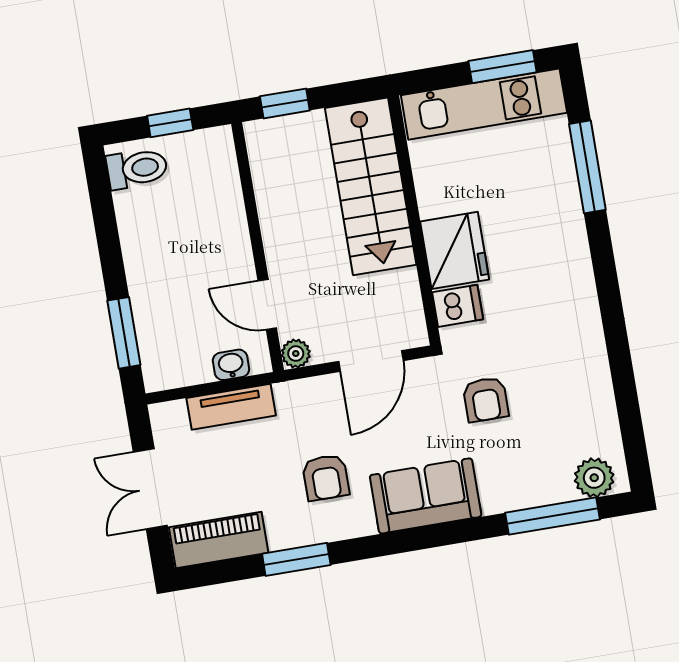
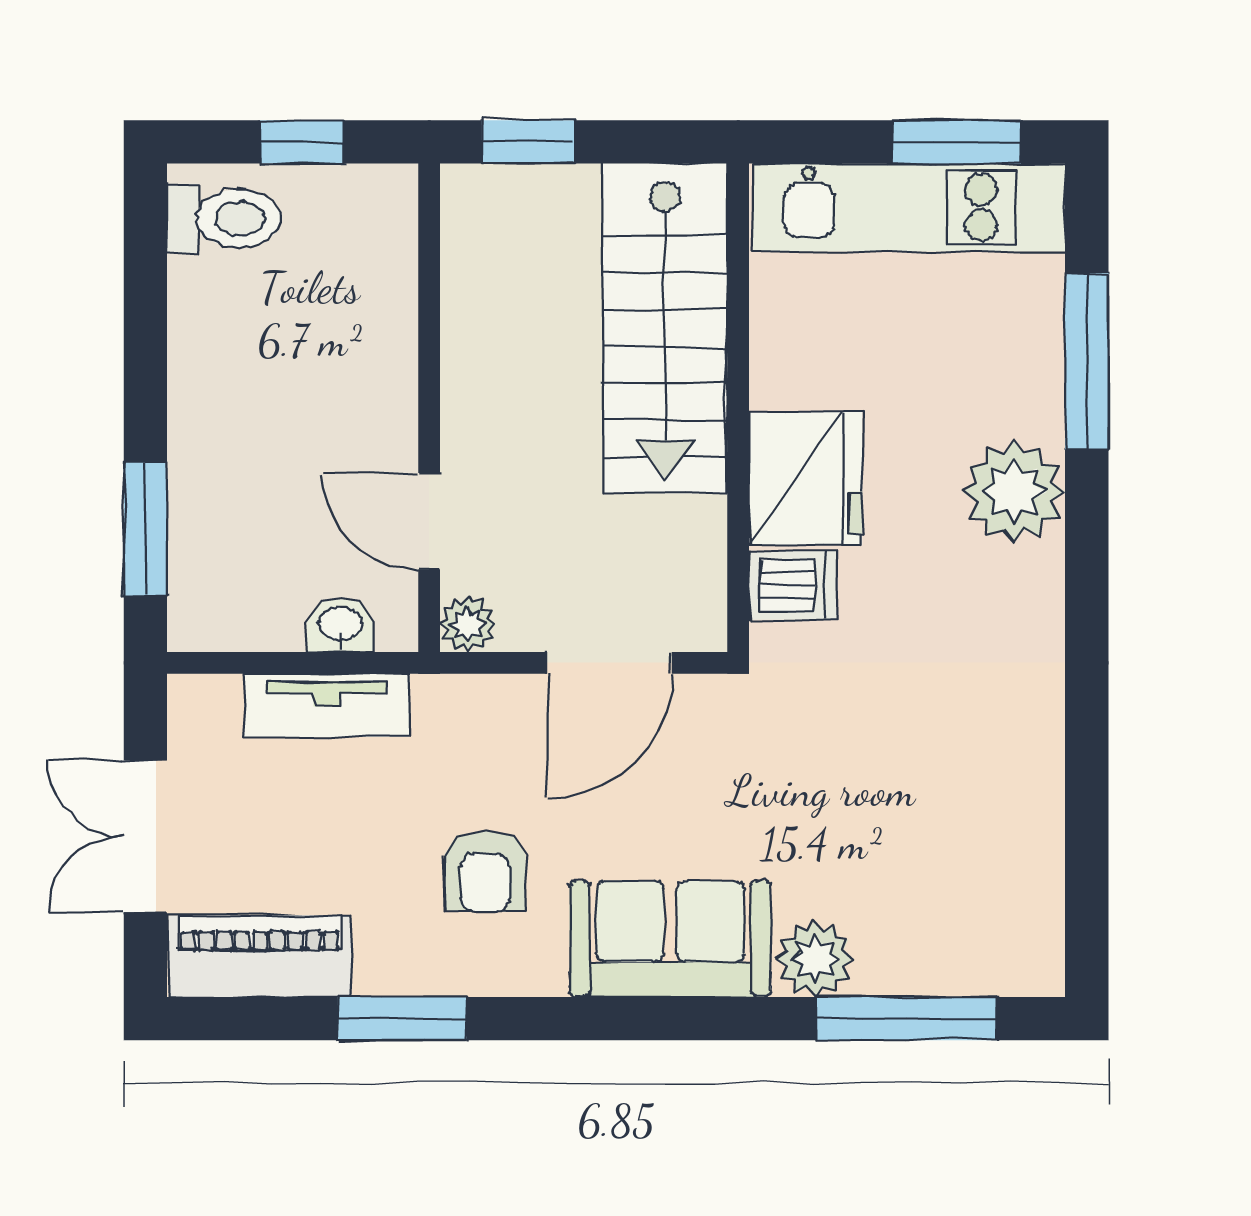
plant: (562, 239) -> (1014, 492), added
armchair: (486, 399) -> (817, 773), removed
plant: (594, 478) -> (815, 959), moved

